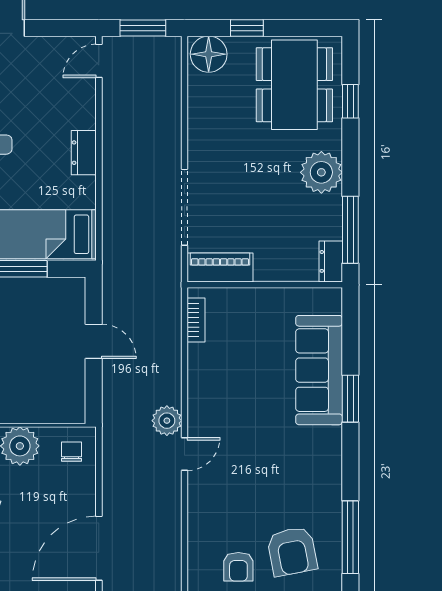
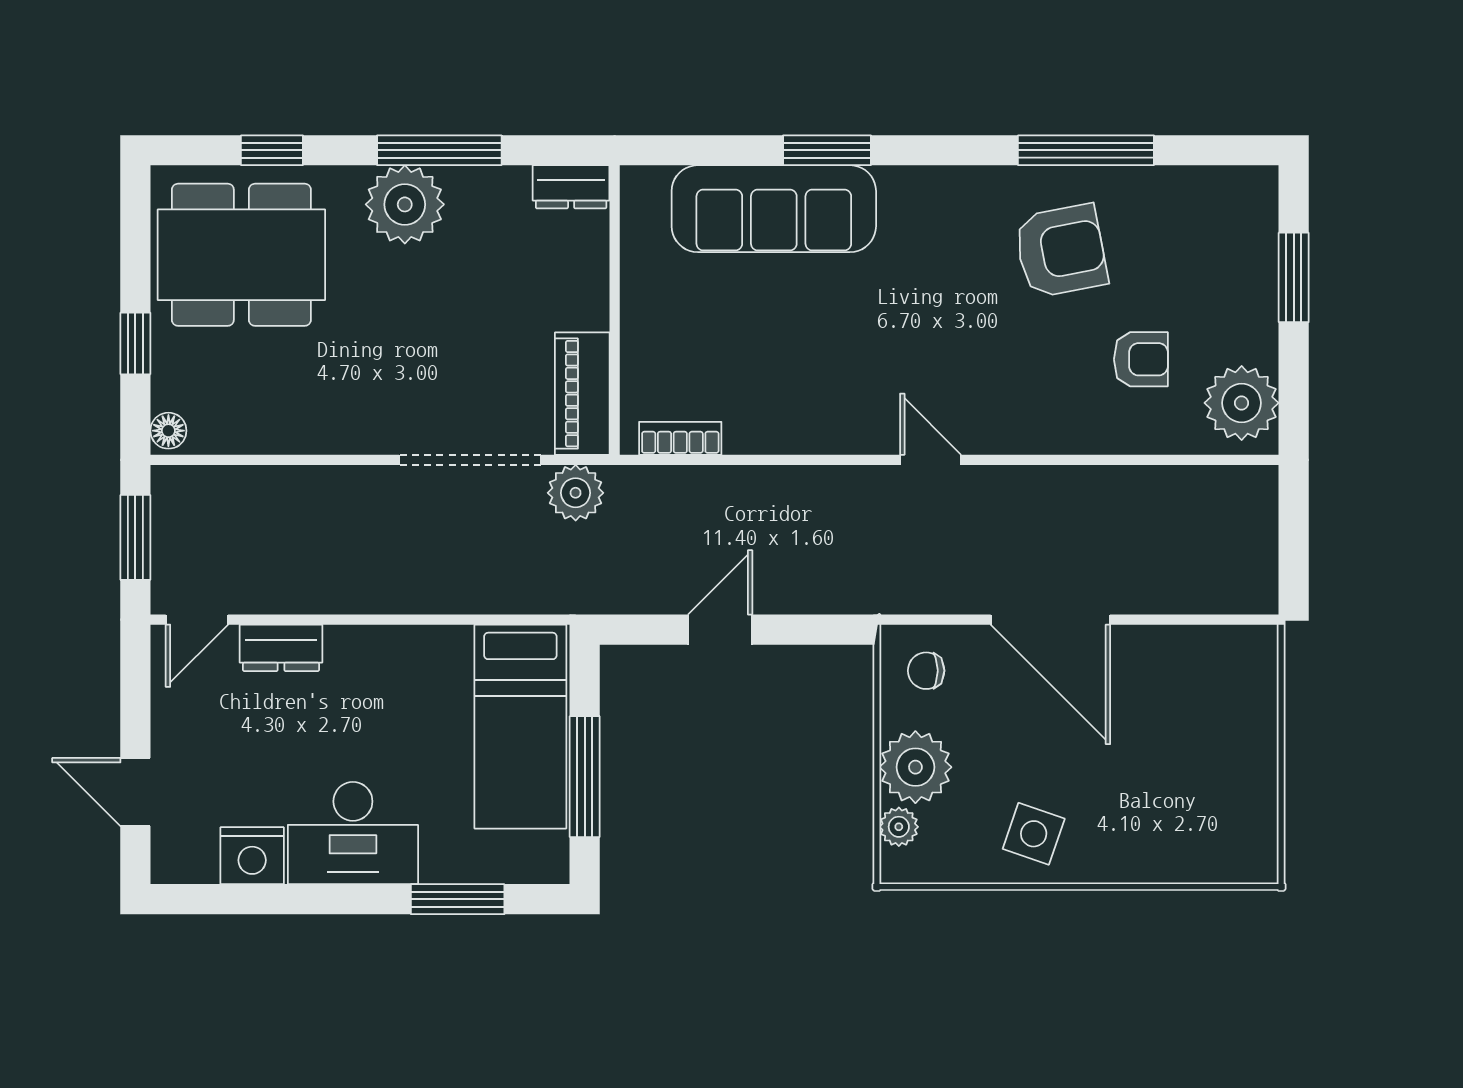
floor lamp: (209, 54) -> (168, 431), width x0.53, depth x0.53
door: (99, 61) -> (197, 620), hinge flipped
dresser: (84, 153) -> (281, 648), moved
window: (350, 230) -> (439, 150), moved
plant: (167, 421) -> (576, 493), moved
door: (99, 548) -> (1050, 620), moved
armchair: (292, 551) -> (1061, 251), moved

